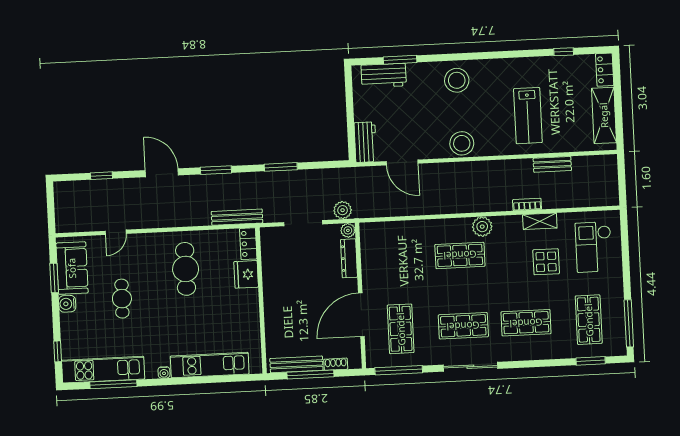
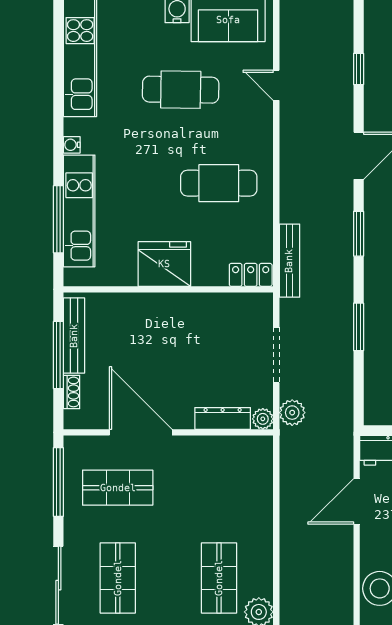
fridge: (246, 274) -> (164, 264), moved, width x1.36, depth x1.34
cafe table: (122, 299) -> (181, 90), width x1.37, depth x1.35
window: (113, 384) -> (58, 219), moved

